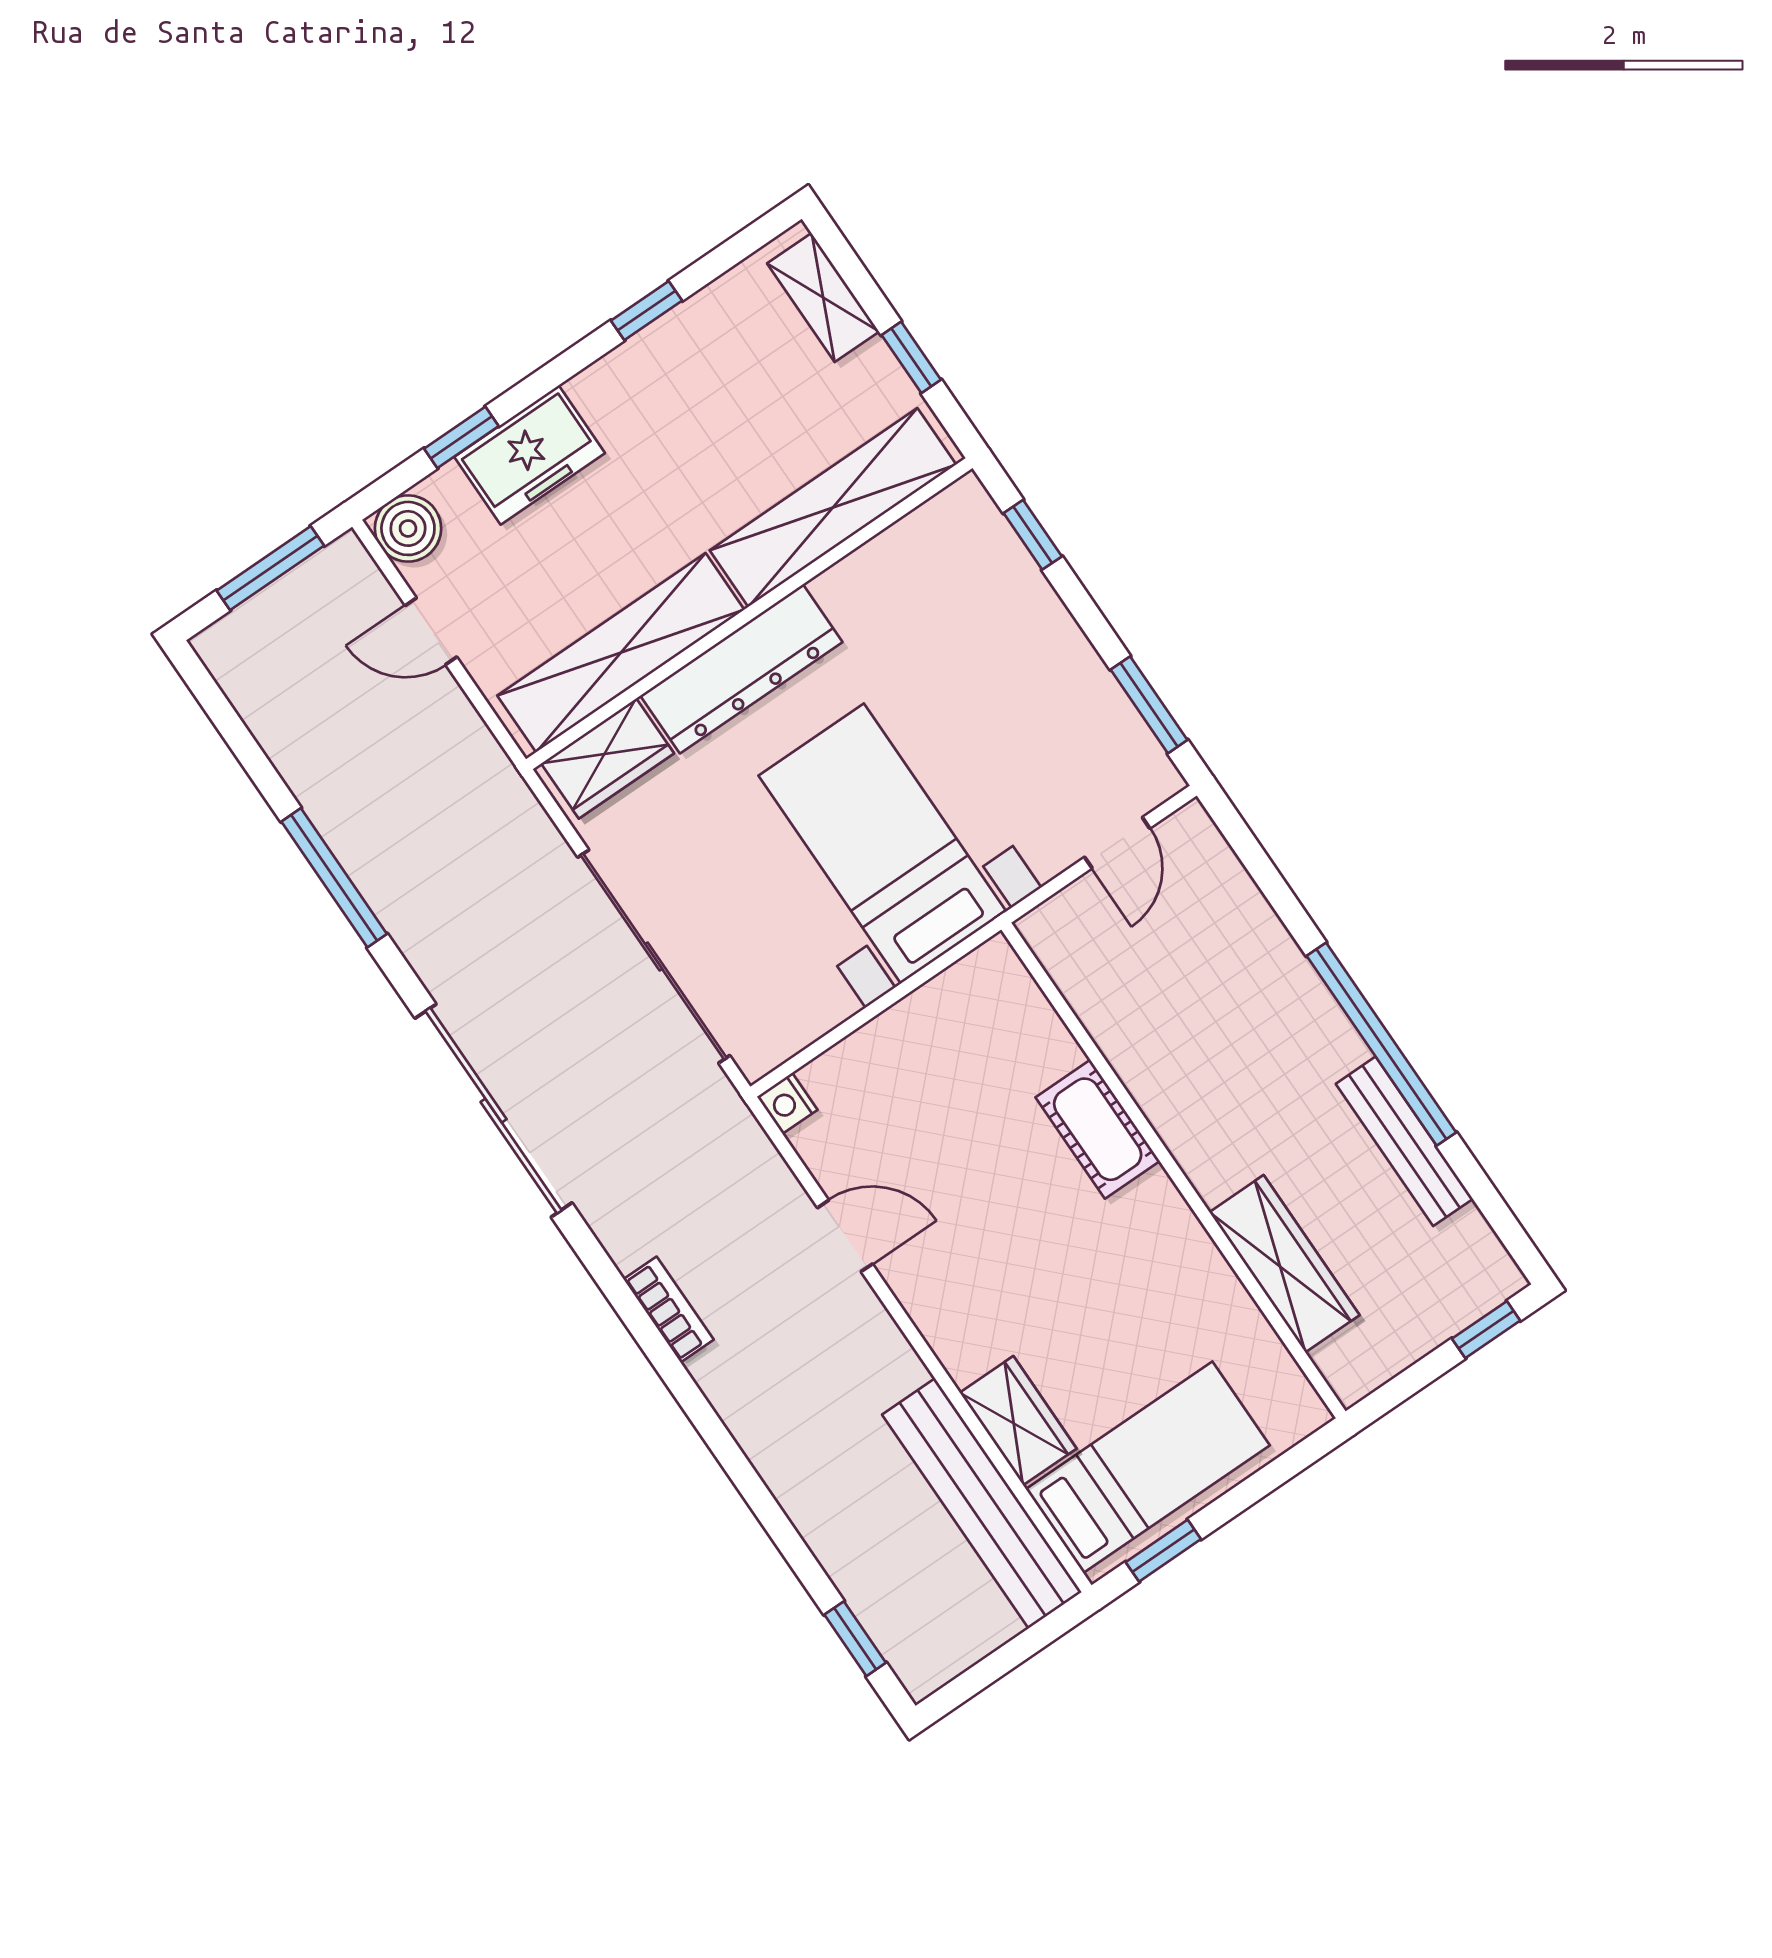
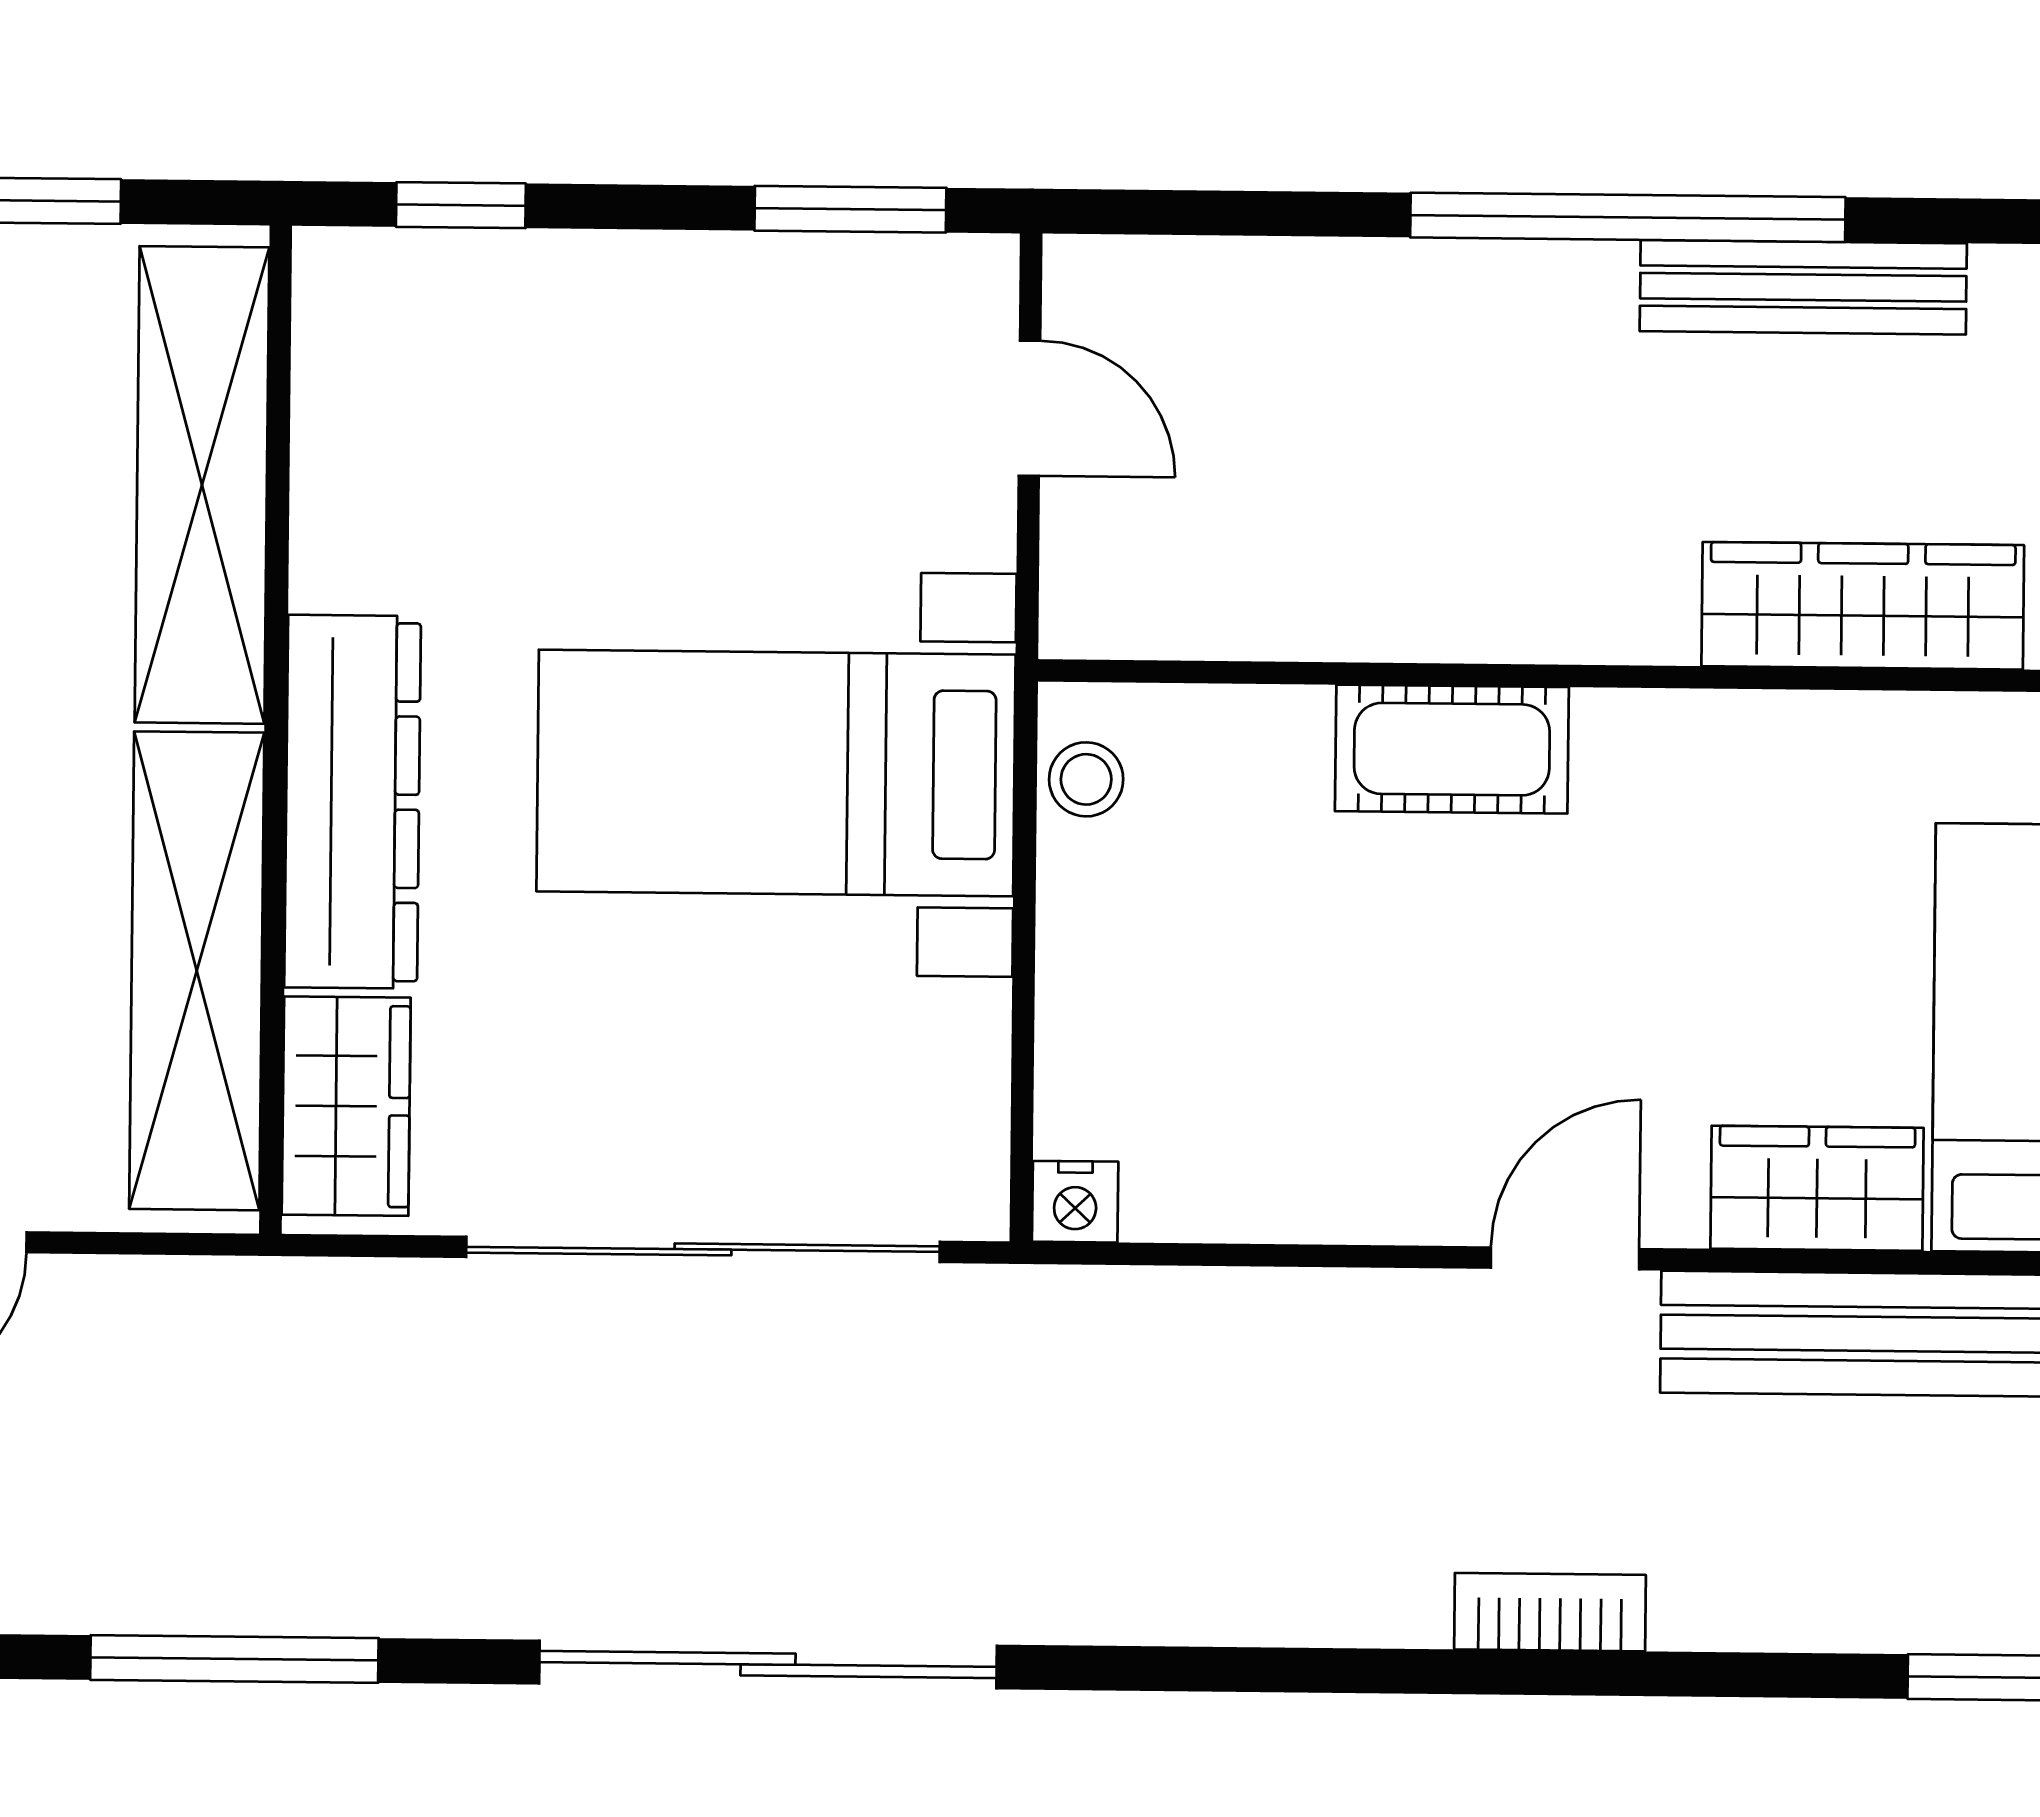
stool: (974, 980) -> (1086, 779), added
door: (845, 1236) -> (1565, 1258), moved
bookcase: (669, 1309) -> (1550, 1612), moved

